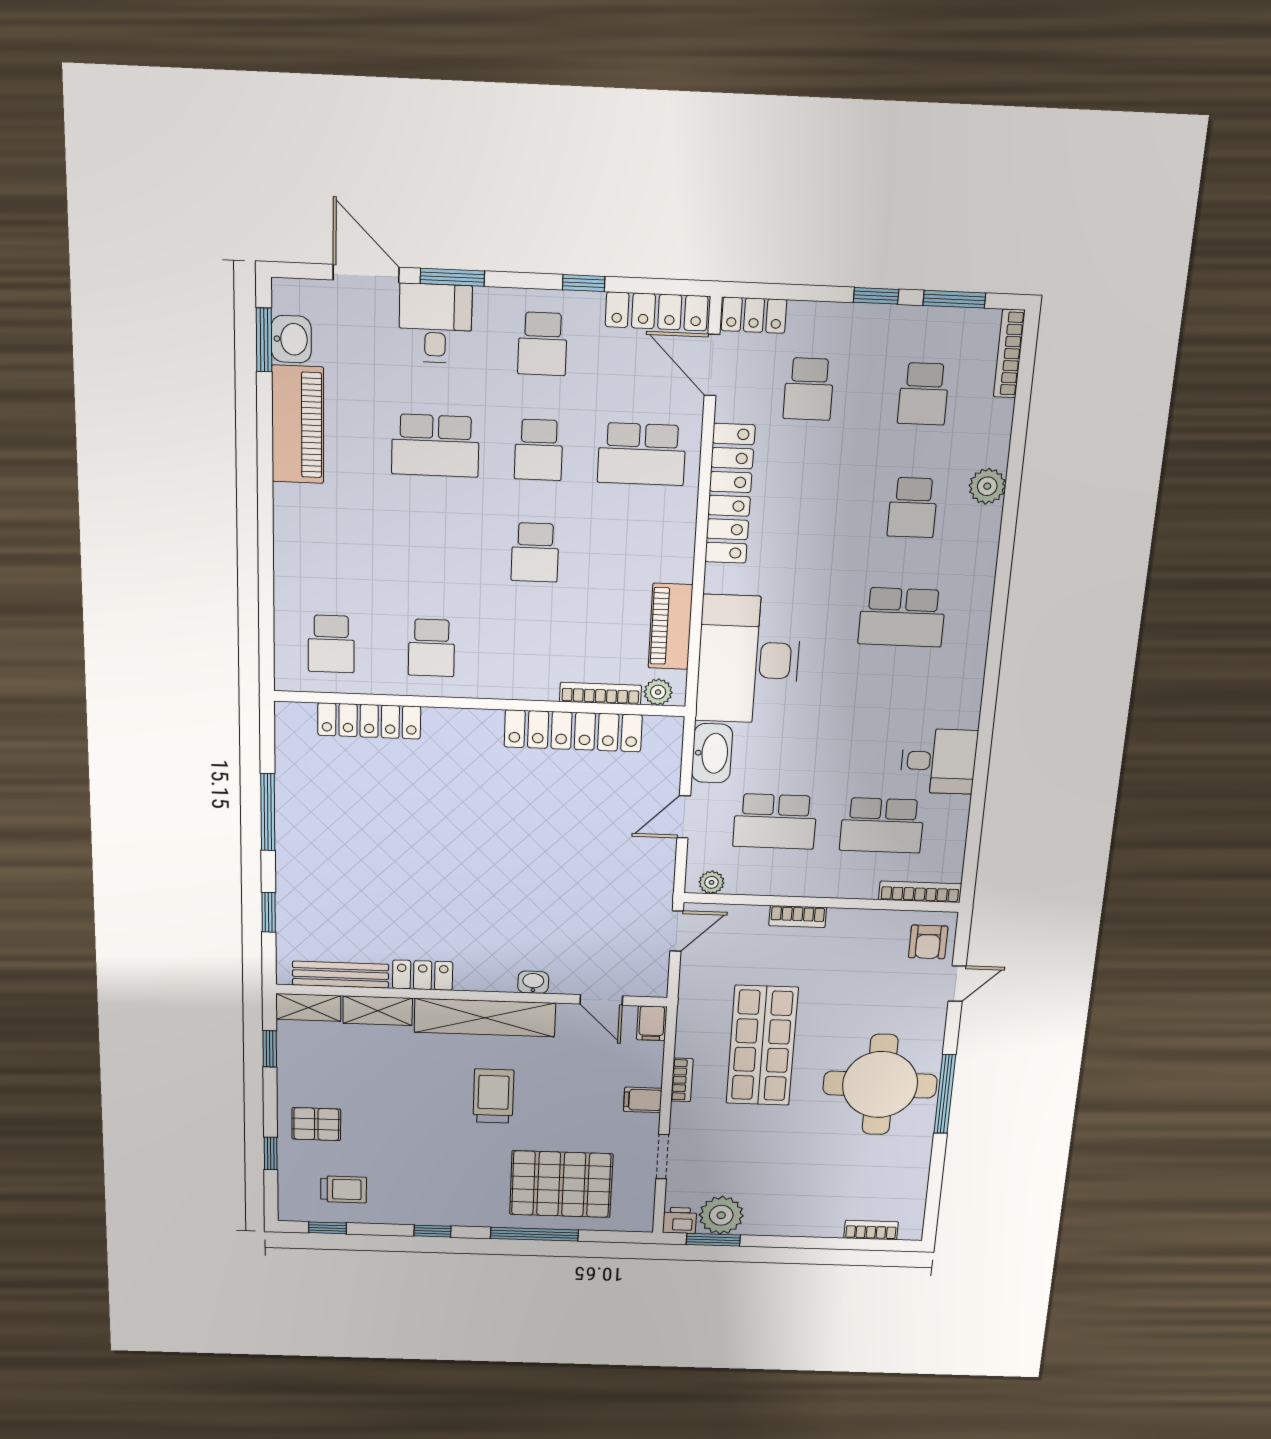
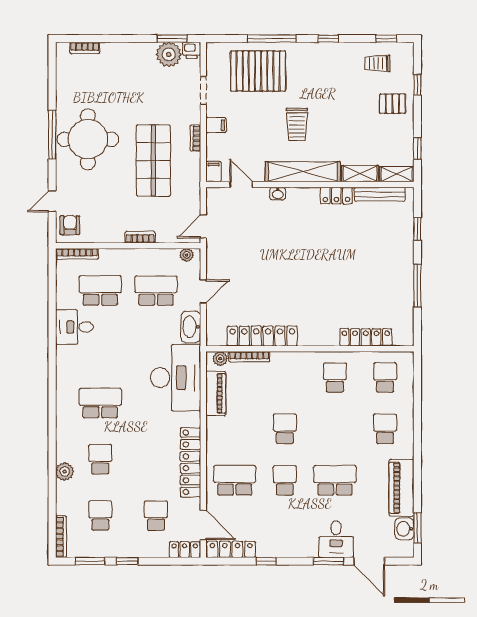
school desk: (542, 344) -> (385, 429), moved

